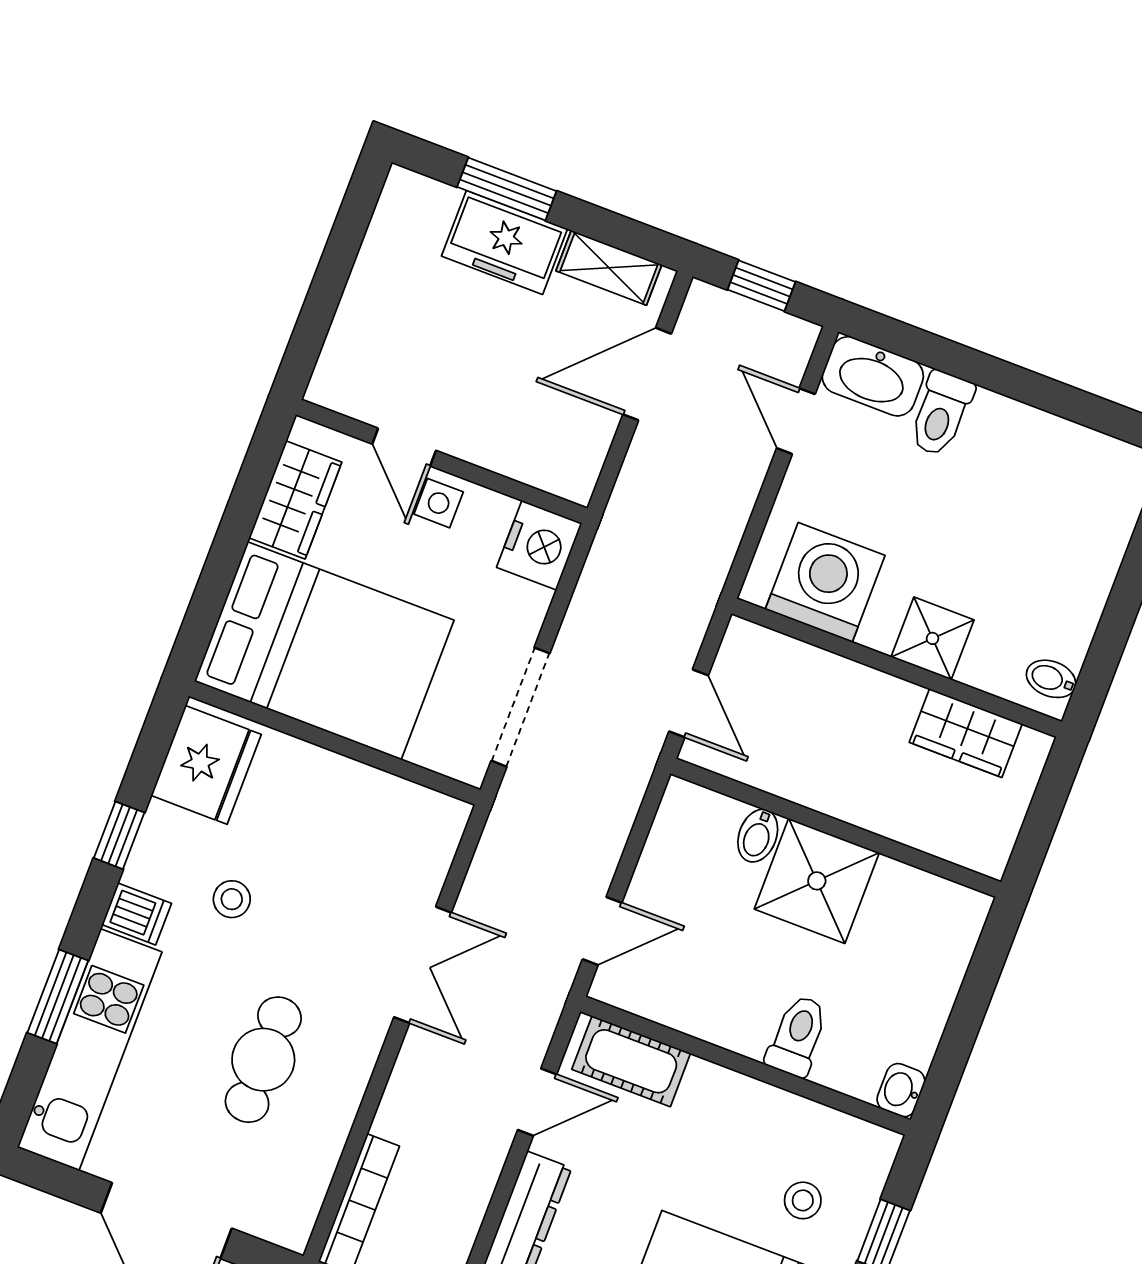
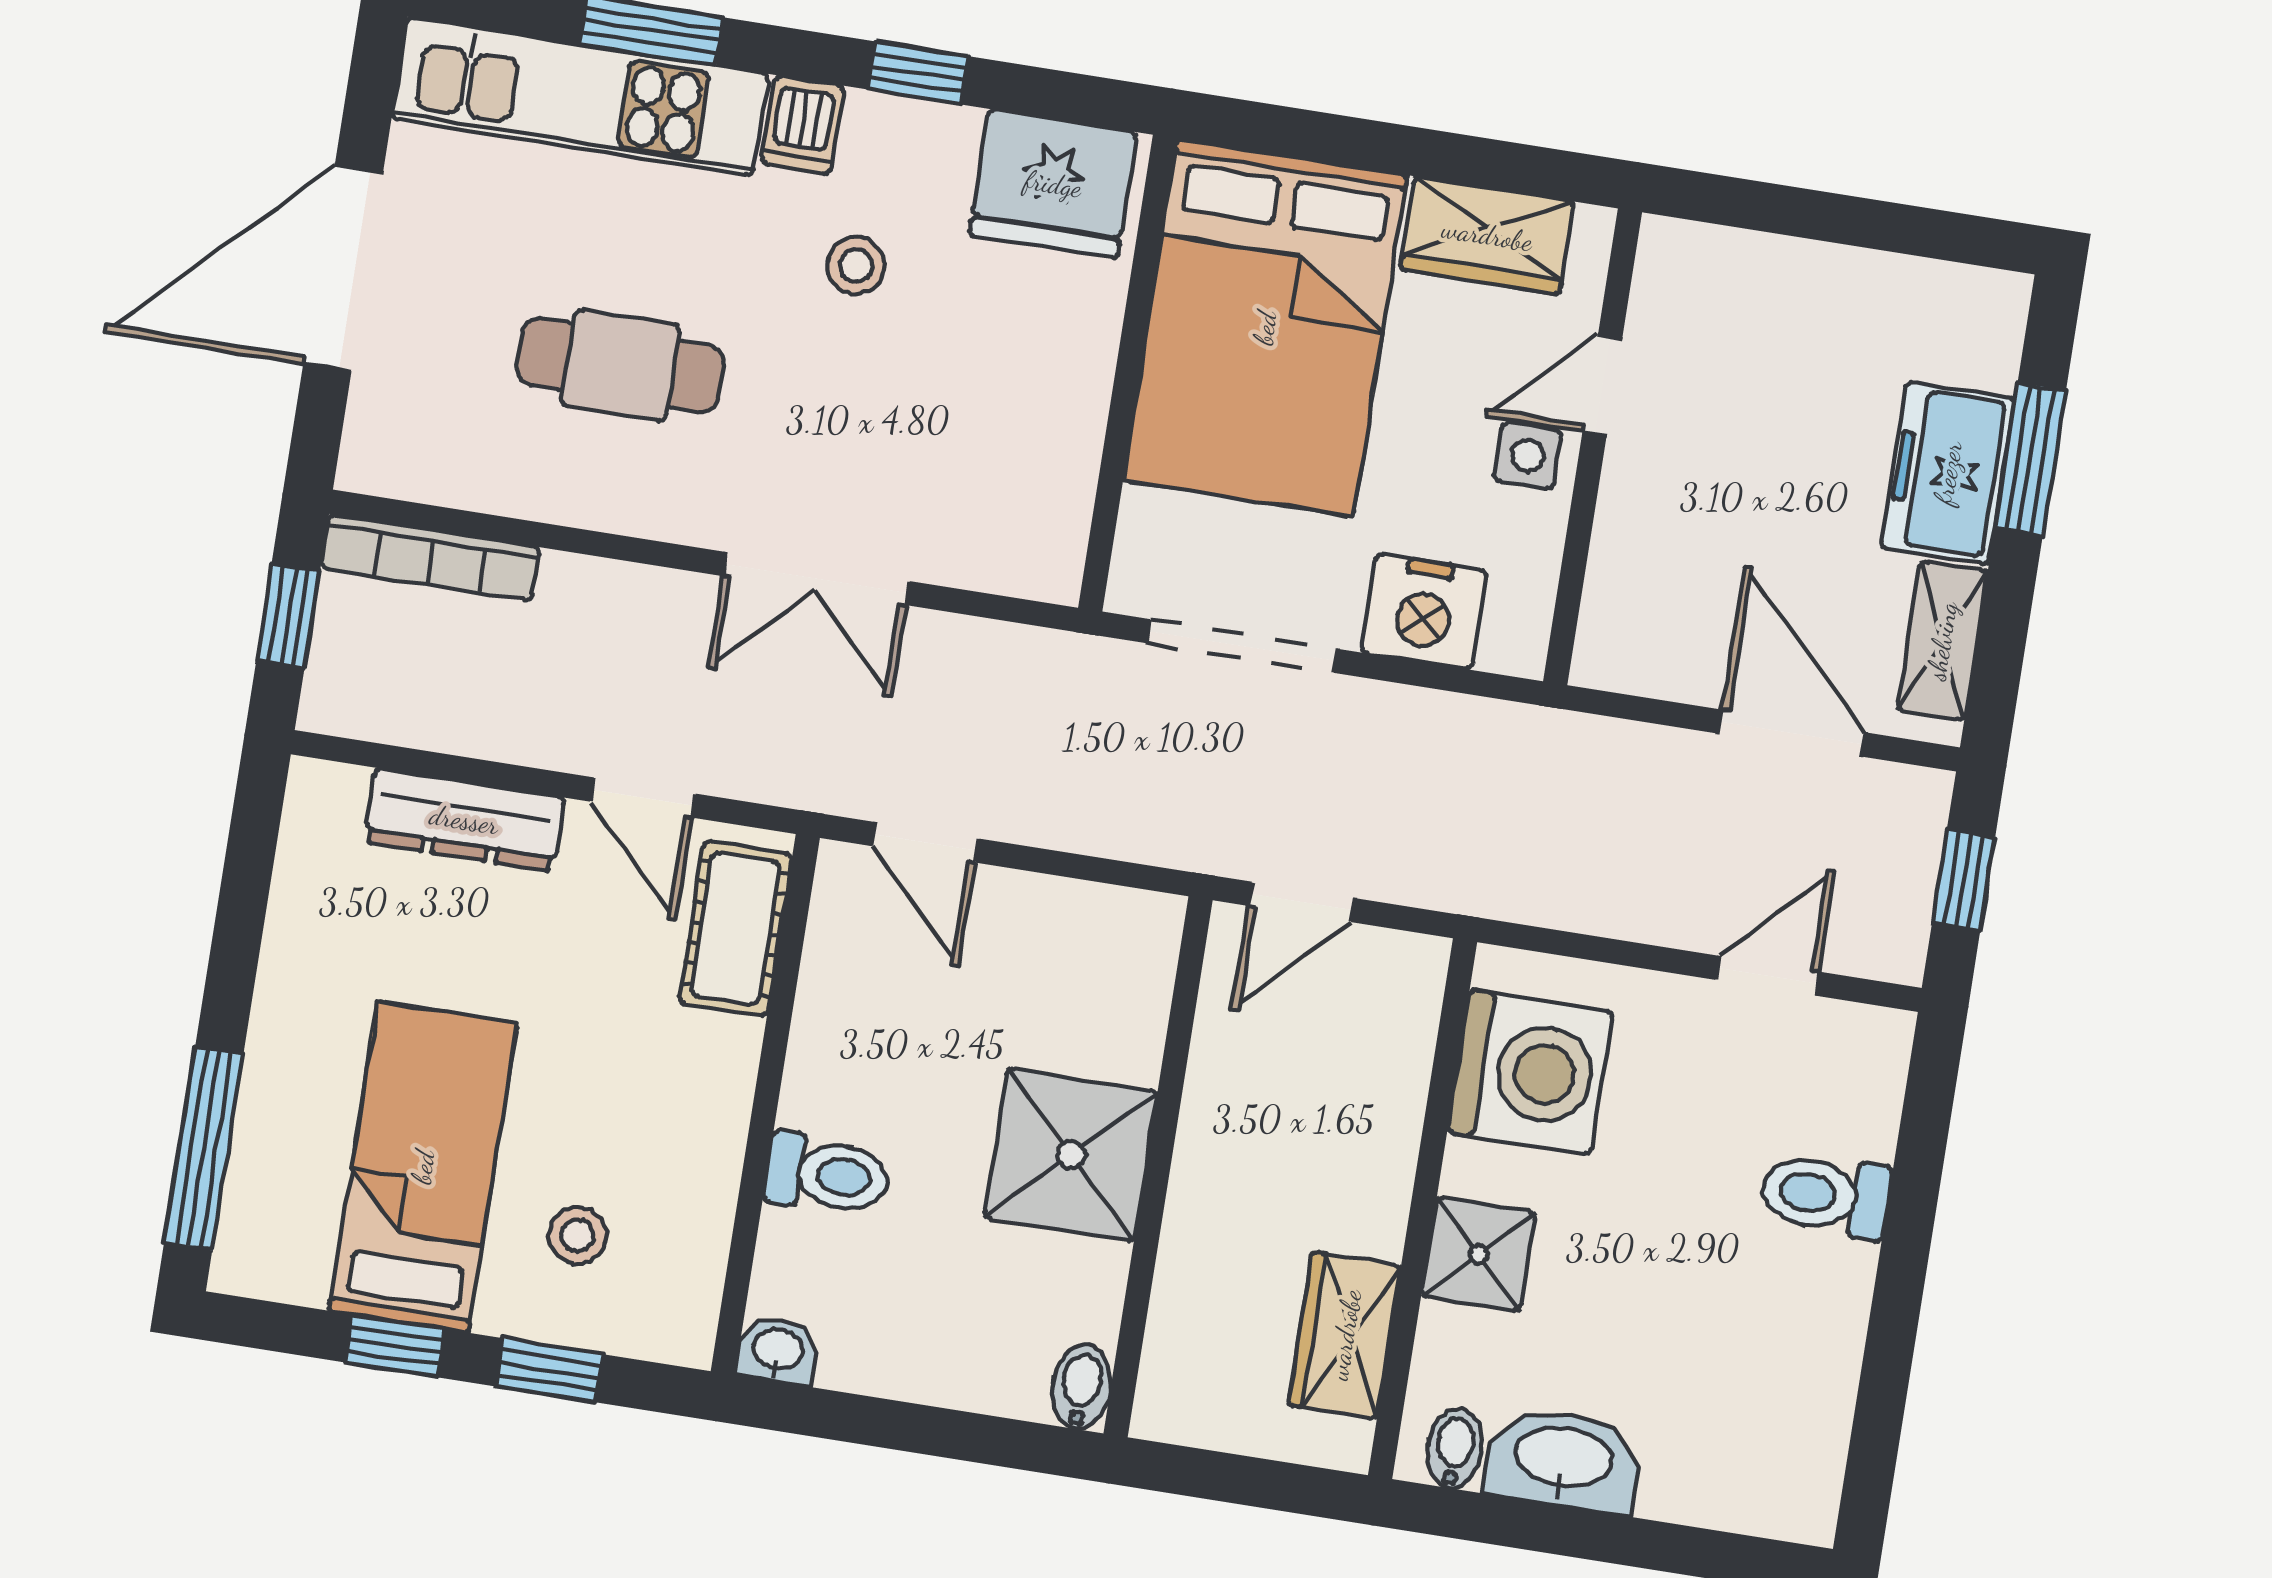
washbasin: (873, 376) -> (1563, 1460), moved, turned 90
nightstand: (539, 545) -> (1424, 612), moved
bidet: (758, 836) -> (1082, 1387), moved, turned 90

